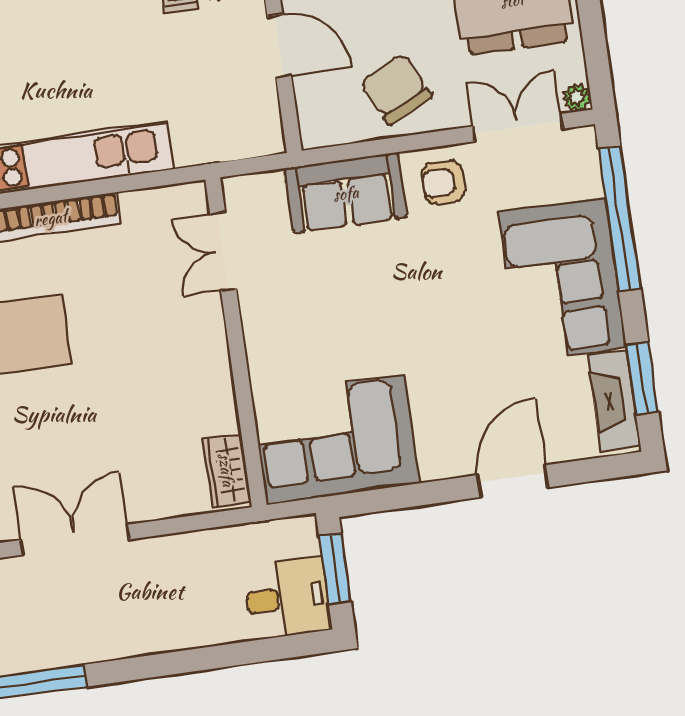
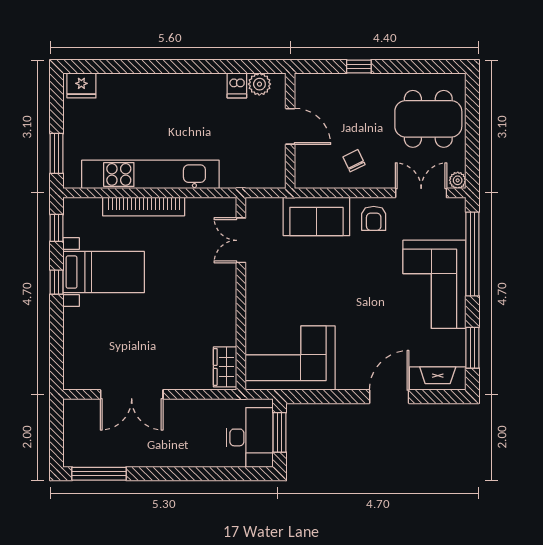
chair: (396, 89) -> (354, 161), width x0.54, depth x0.54
armchair: (443, 182) -> (374, 218), turned -90
fireplace: (614, 401) -> (438, 379), moved, turned 90
double door: (75, 540) -> (132, 394), swing flipped
desk: (287, 598) -> (250, 437), width x1.37

